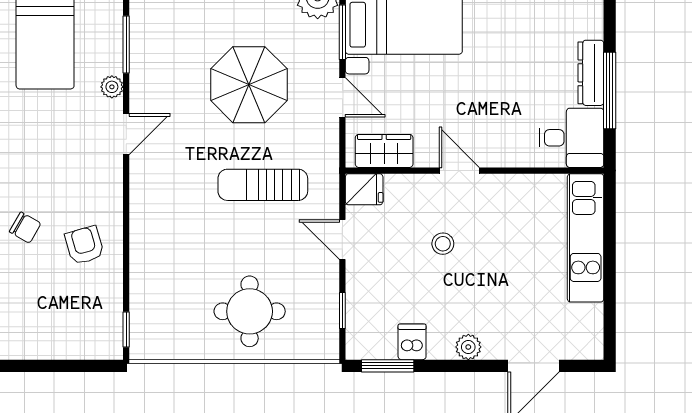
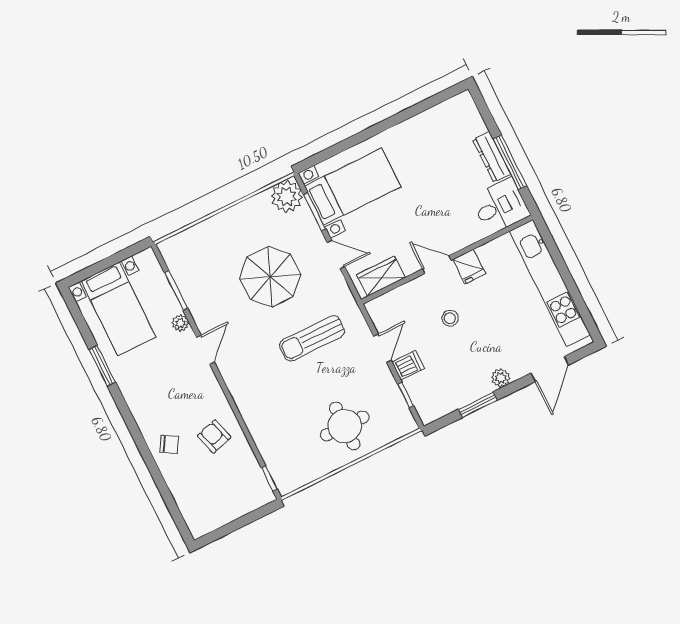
fridge: (364, 189) -> (469, 267), moved, turned 90
kitchen unit: (586, 238) -> (550, 283), width x1.36
door: (342, 240) -> (382, 348), swing flipped
dishwasher: (412, 342) -> (408, 365), moved, turned 90
window: (388, 366) -> (478, 405), moved

